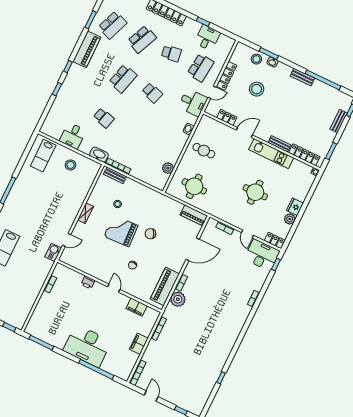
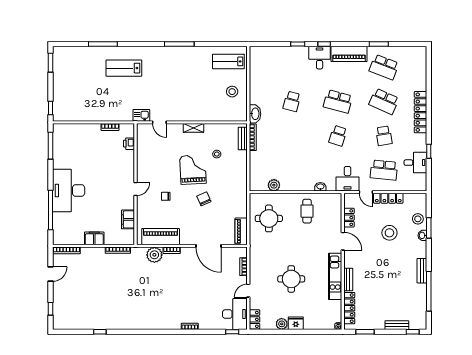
desk: (73, 136) -> (320, 58), moved, turned 90
printer: (88, 282) -> (129, 144), moved

